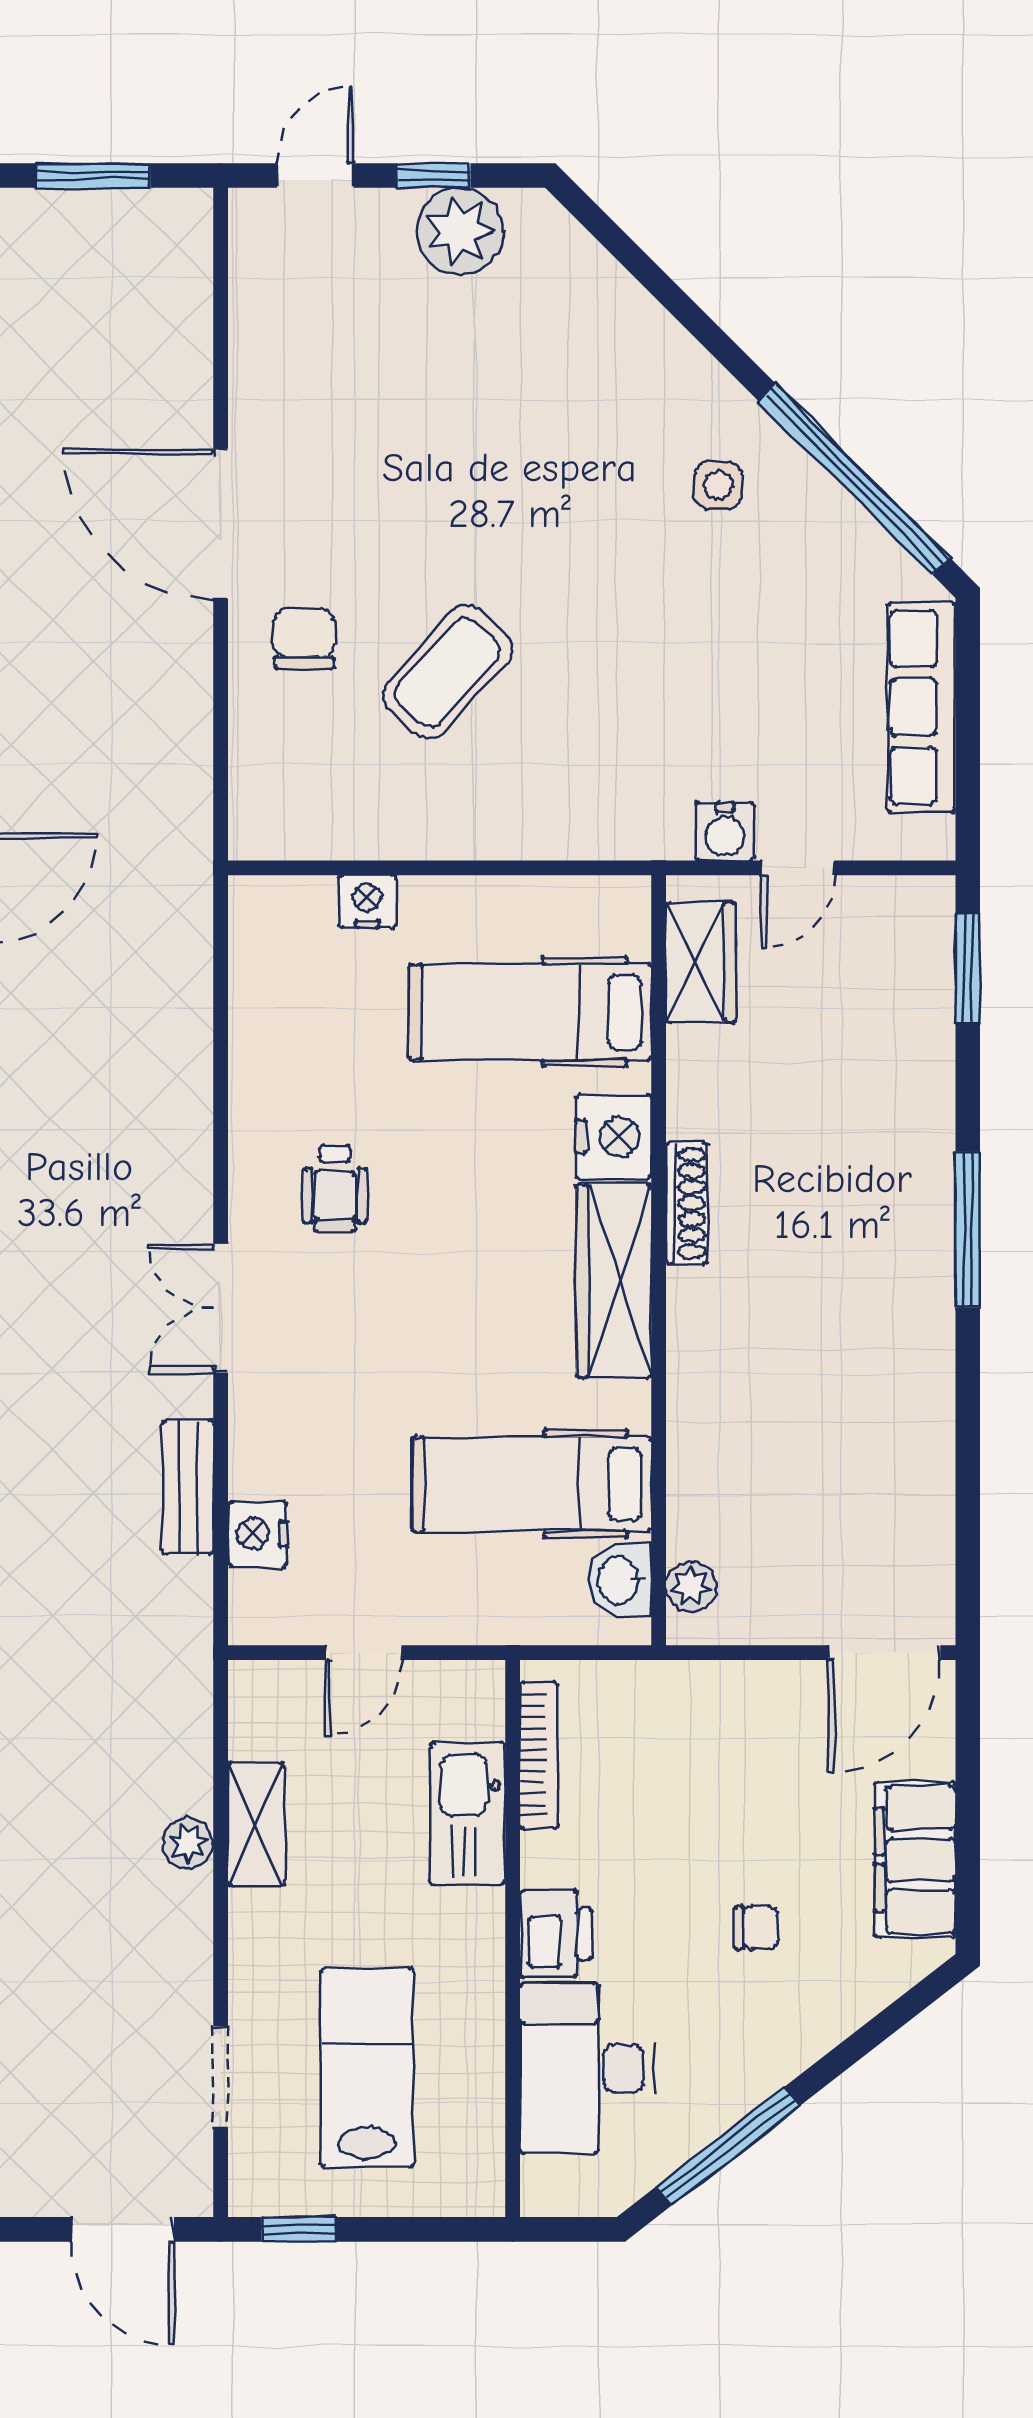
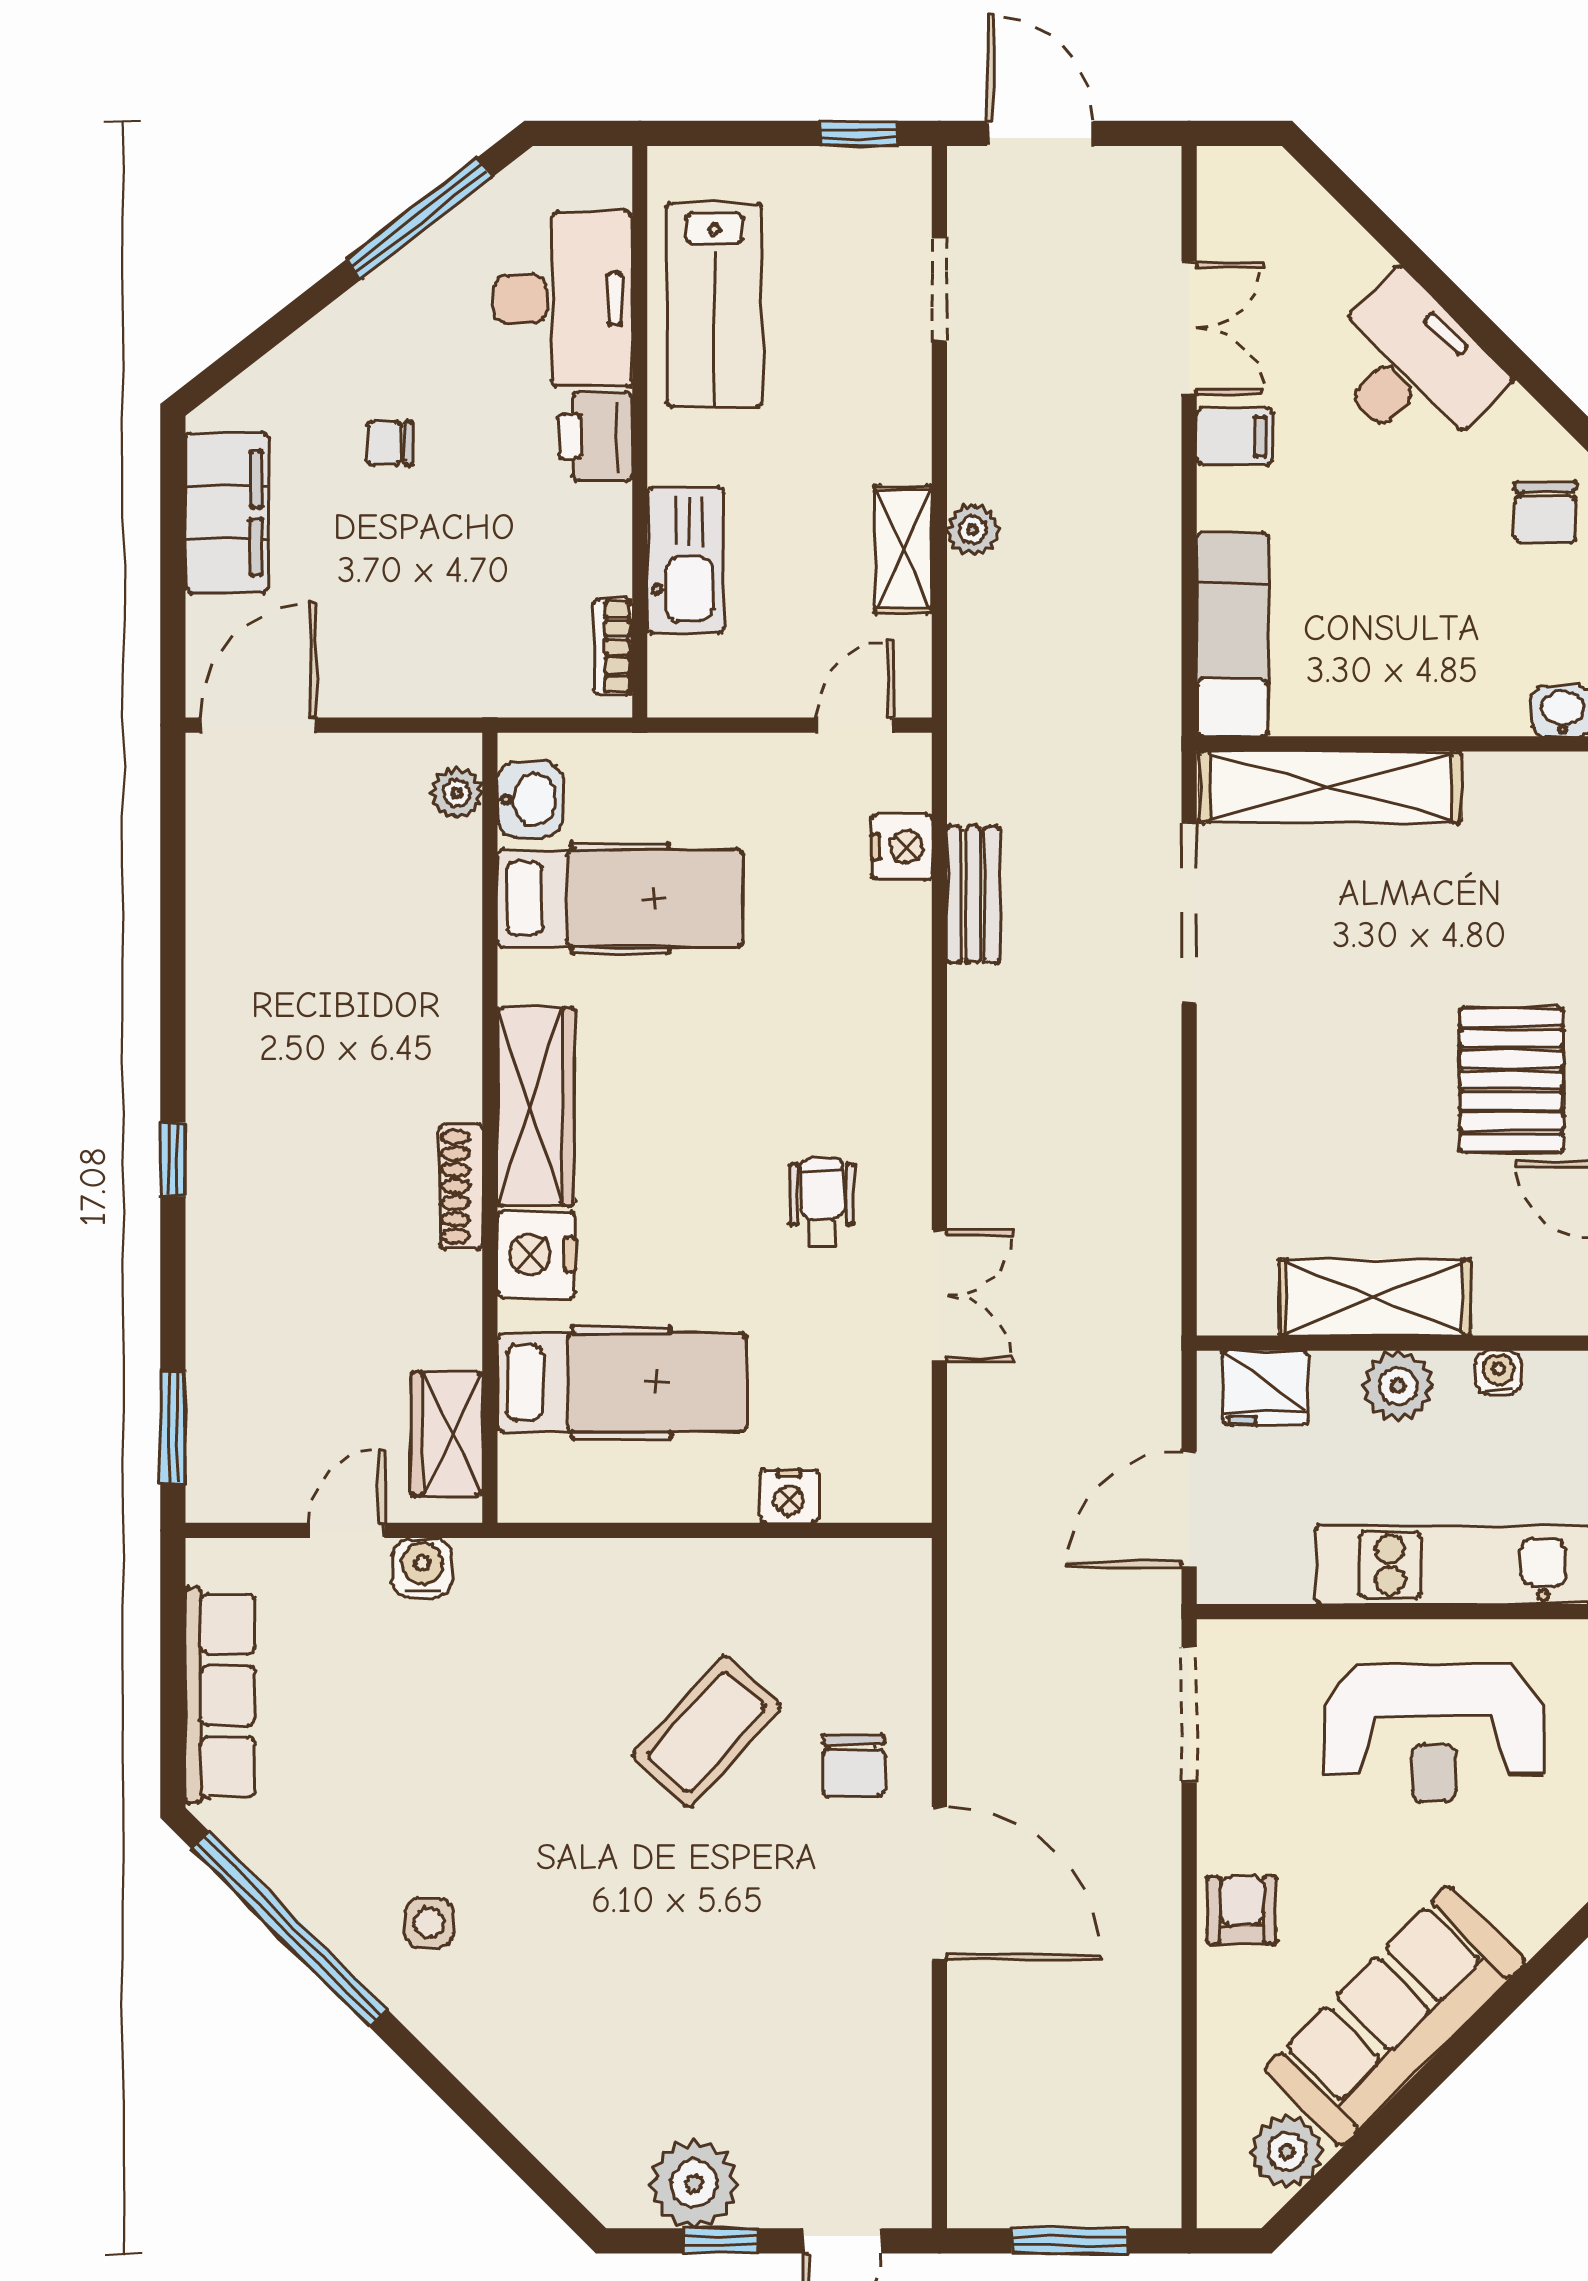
window: (968, 1230) -> (173, 1159), width x0.46
double door: (221, 1308) -> (939, 1296), moved
door: (364, 1653) -> (855, 725), moved
bookcase: (539, 1755) -> (613, 647), width x0.64
lab bench: (367, 2067) -> (715, 305), moved

